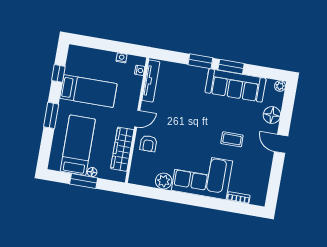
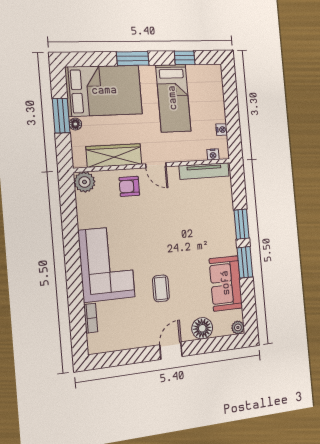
sofa: (236, 85) -> (226, 283), width x0.73
bed: (78, 145) -> (104, 91), width x1.50
plant: (164, 181) -> (85, 182), moved

